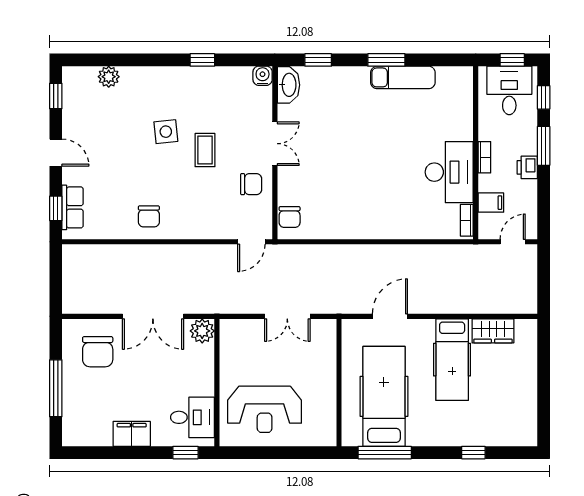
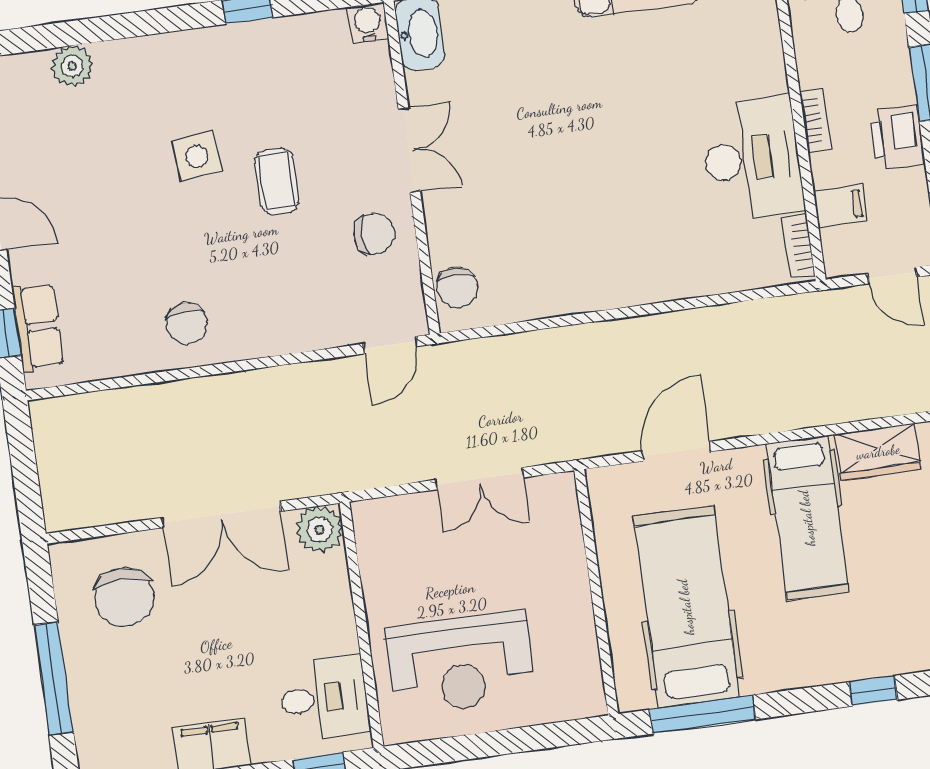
printer: (527, 167) -> (897, 137), width x1.36, depth x1.24
door: (513, 242) -> (892, 275), swing flipped

